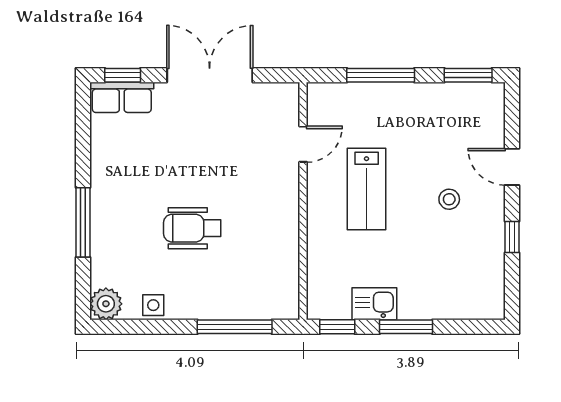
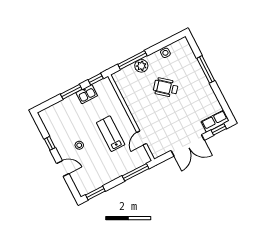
window: (381, 75) -> (136, 172), moved
wheelchair: (192, 228) -> (166, 88), turned -140
plant: (106, 304) -> (141, 66), moved

